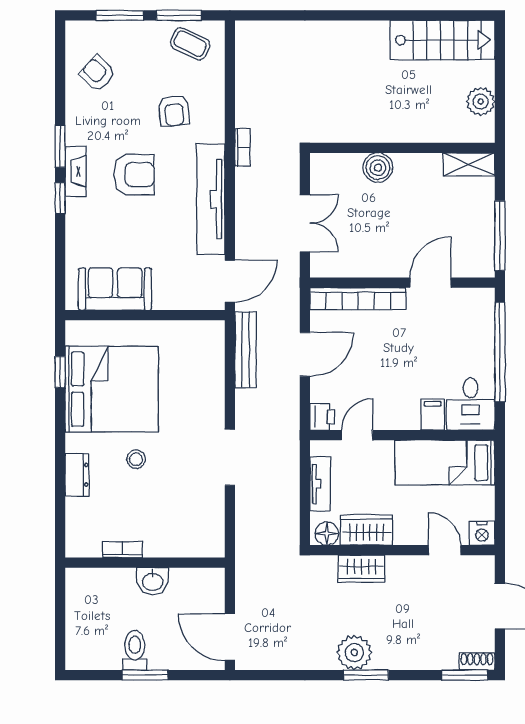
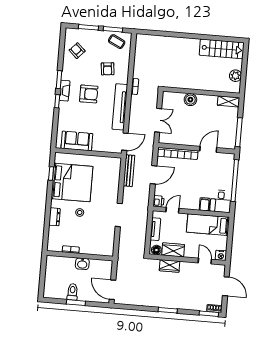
plant: (354, 653) -> (164, 301), removed

